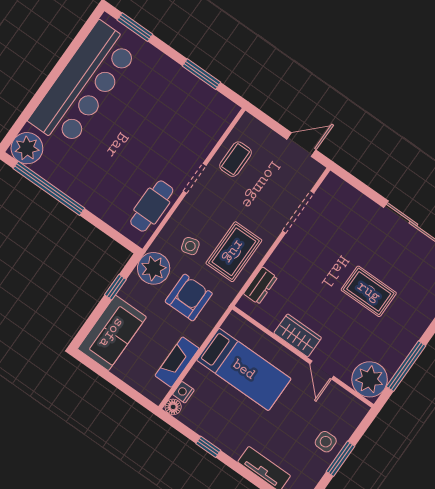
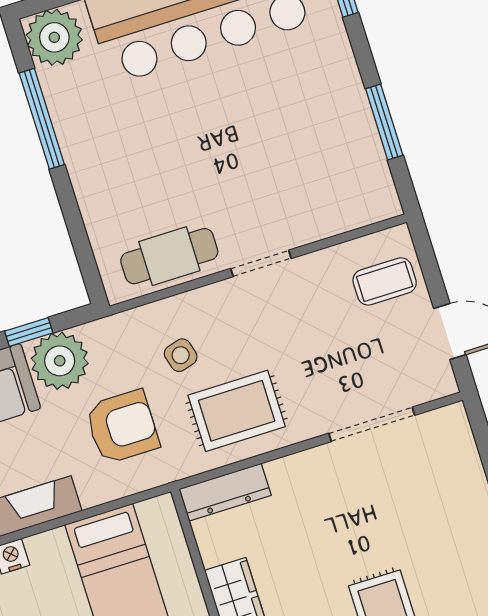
coffee table: (236, 159) -> (385, 281), moved
window: (49, 188) -> (42, 119), width x0.68
plant: (154, 268) -> (60, 361), moved
dresser: (260, 286) -> (225, 492), width x1.44

